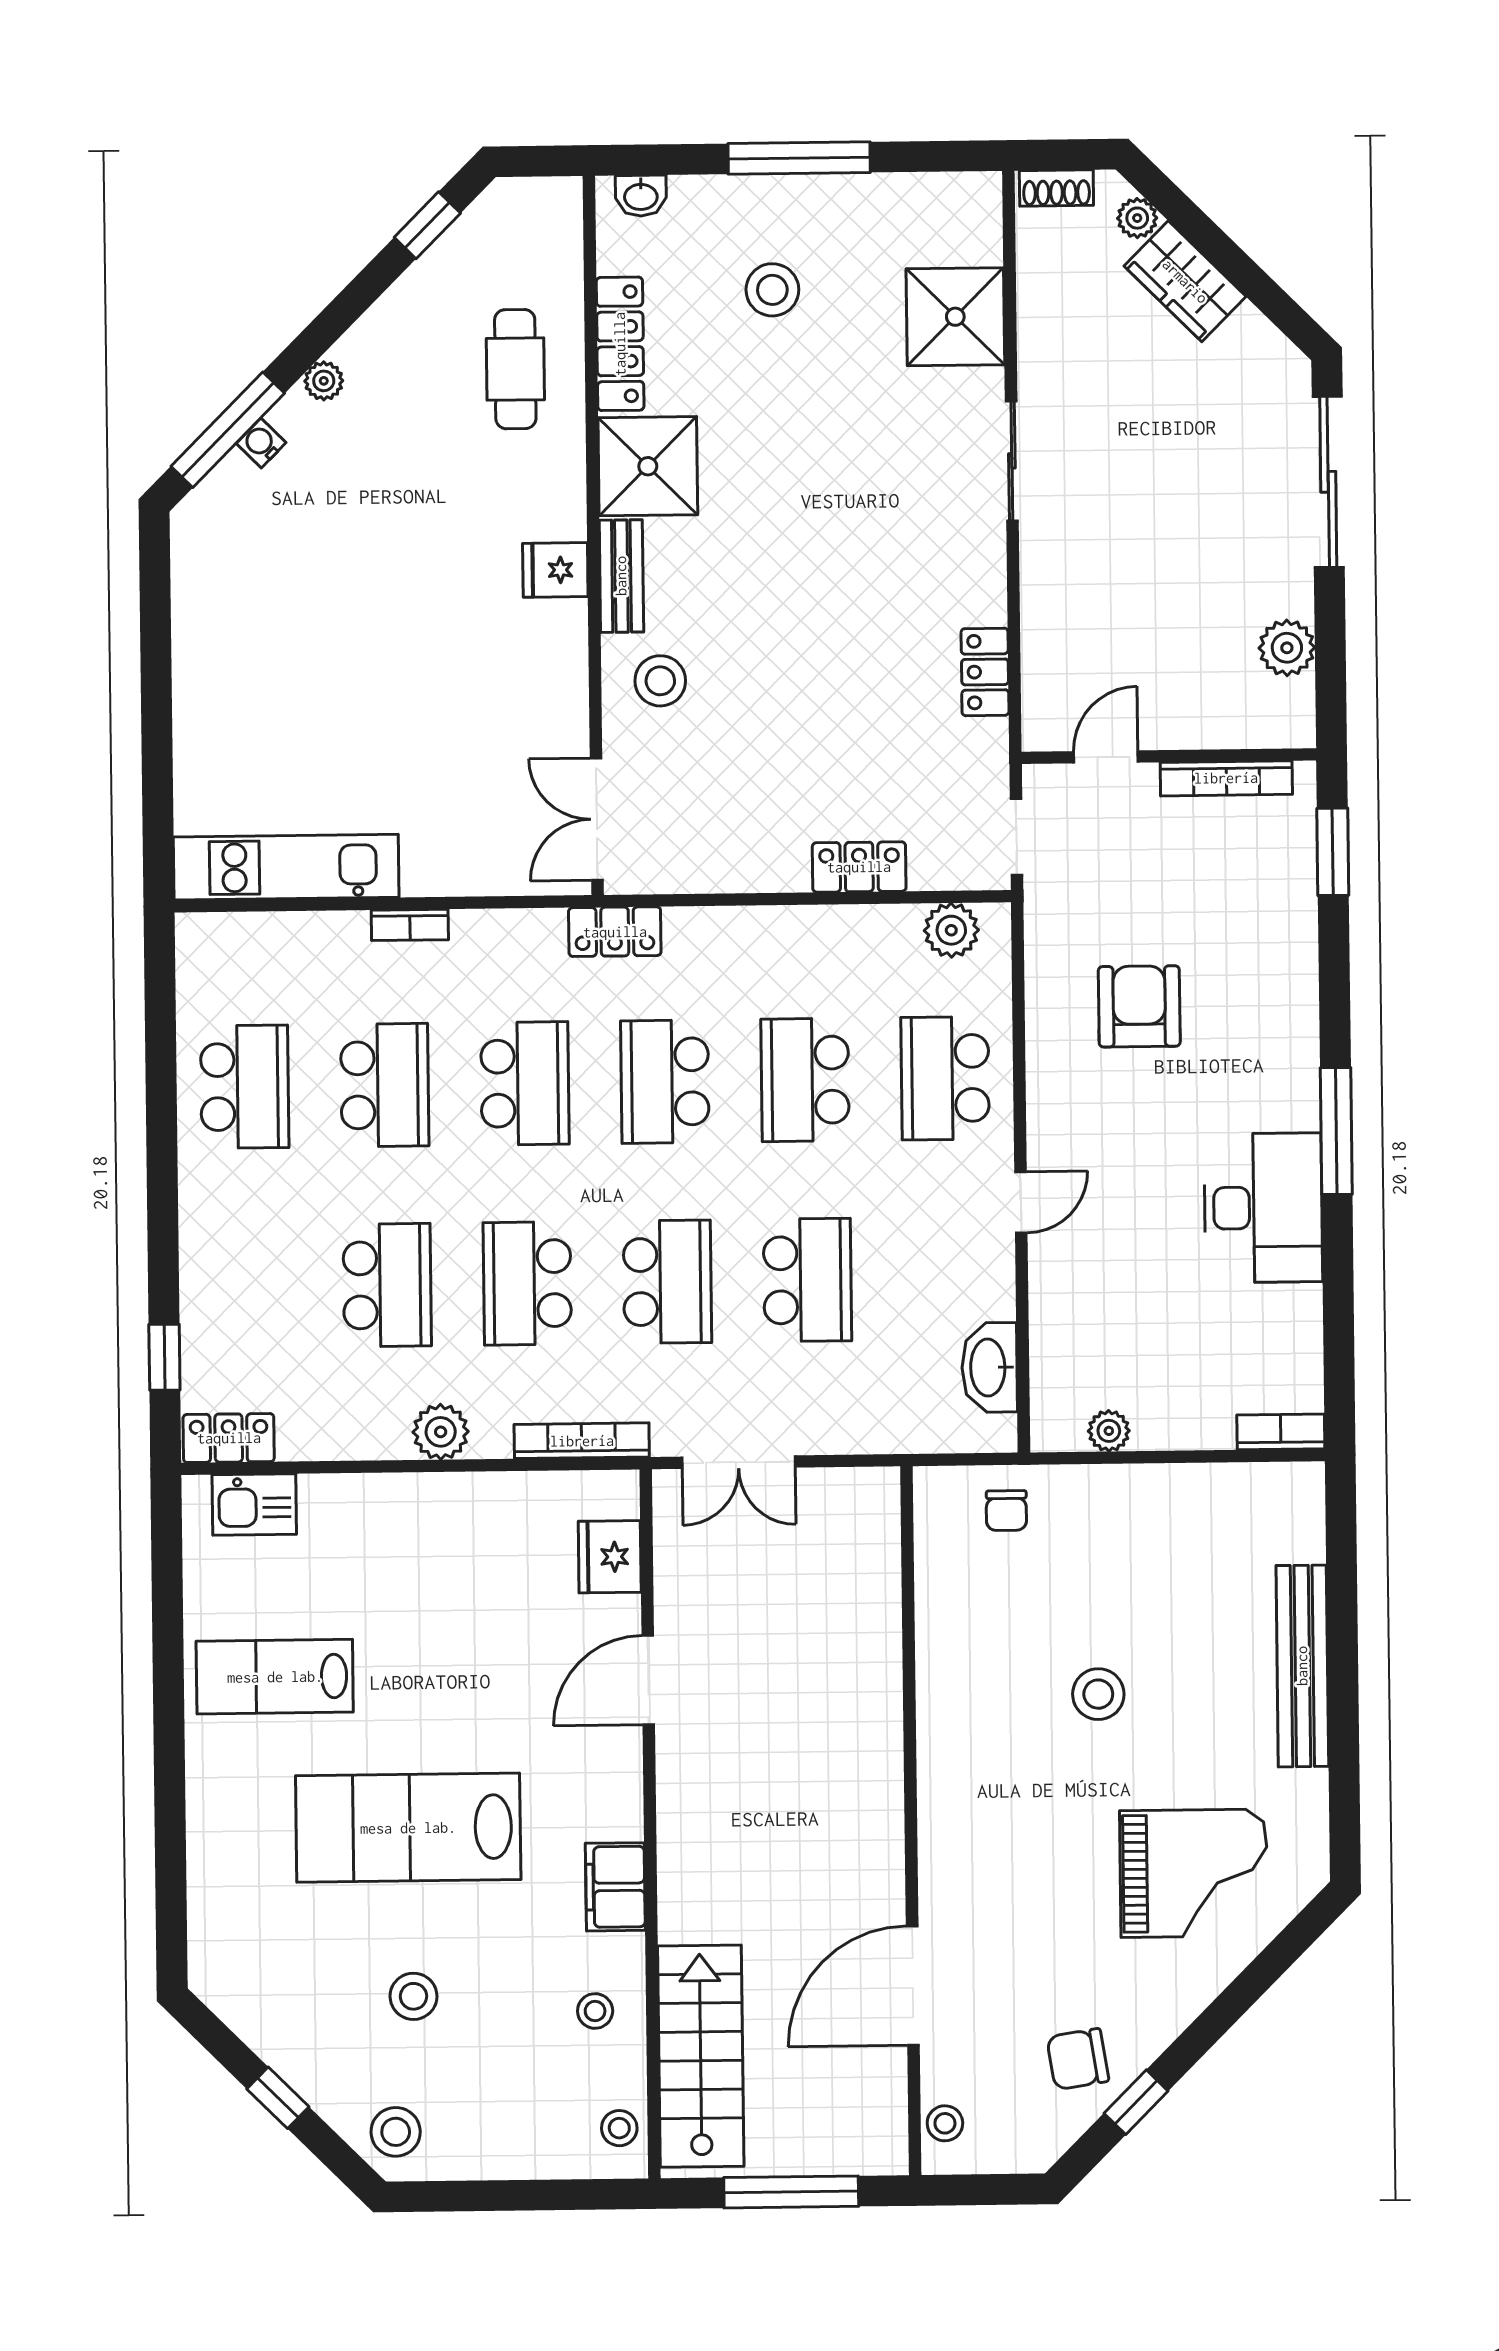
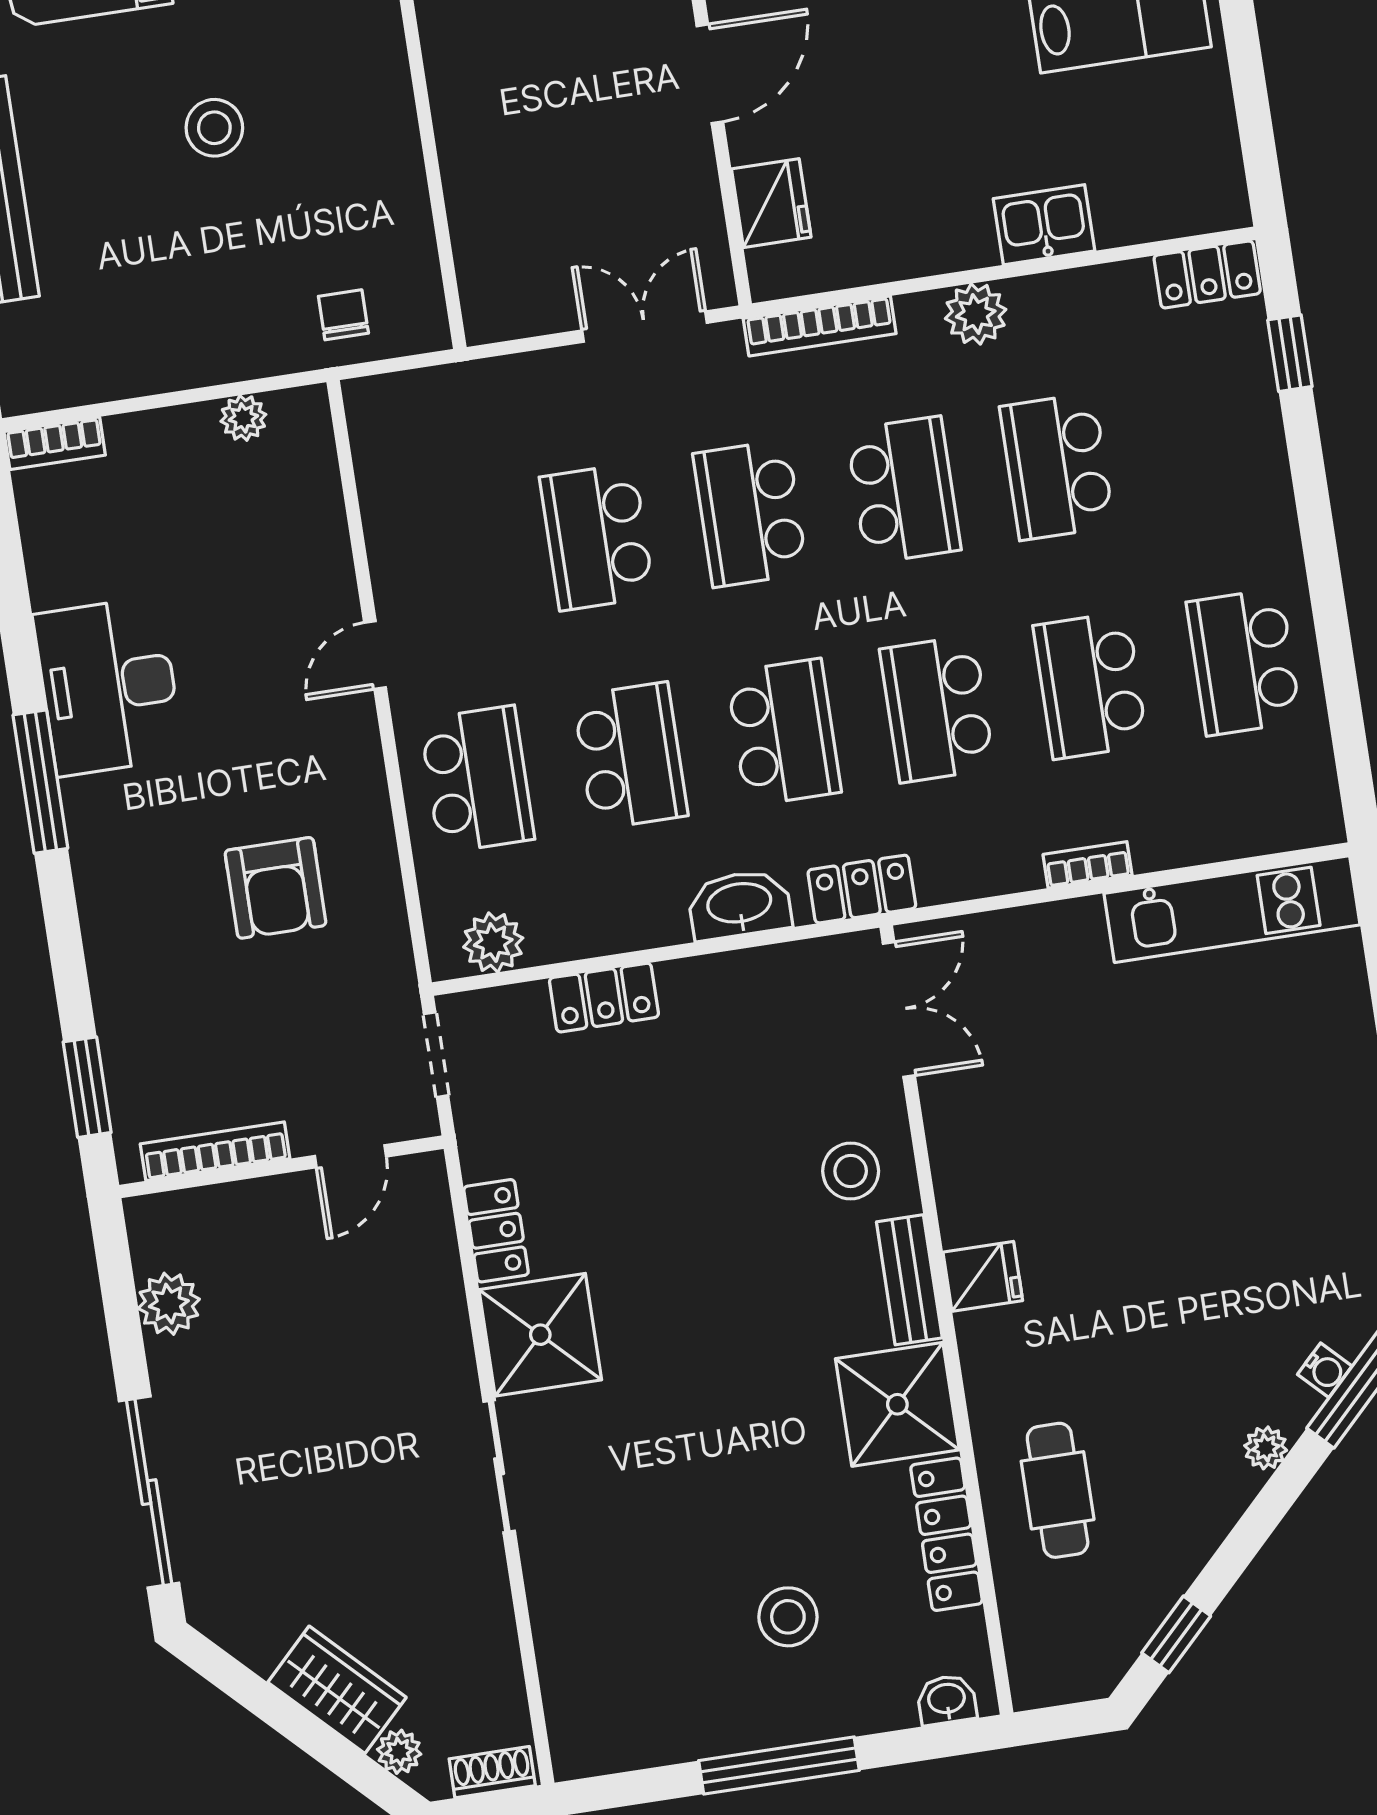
shower: (955, 317) -> (540, 1335), moved
washbasin: (989, 1367) -> (739, 905), moved, turned -90
kitchen sink: (254, 1504) -> (1044, 225), moved

